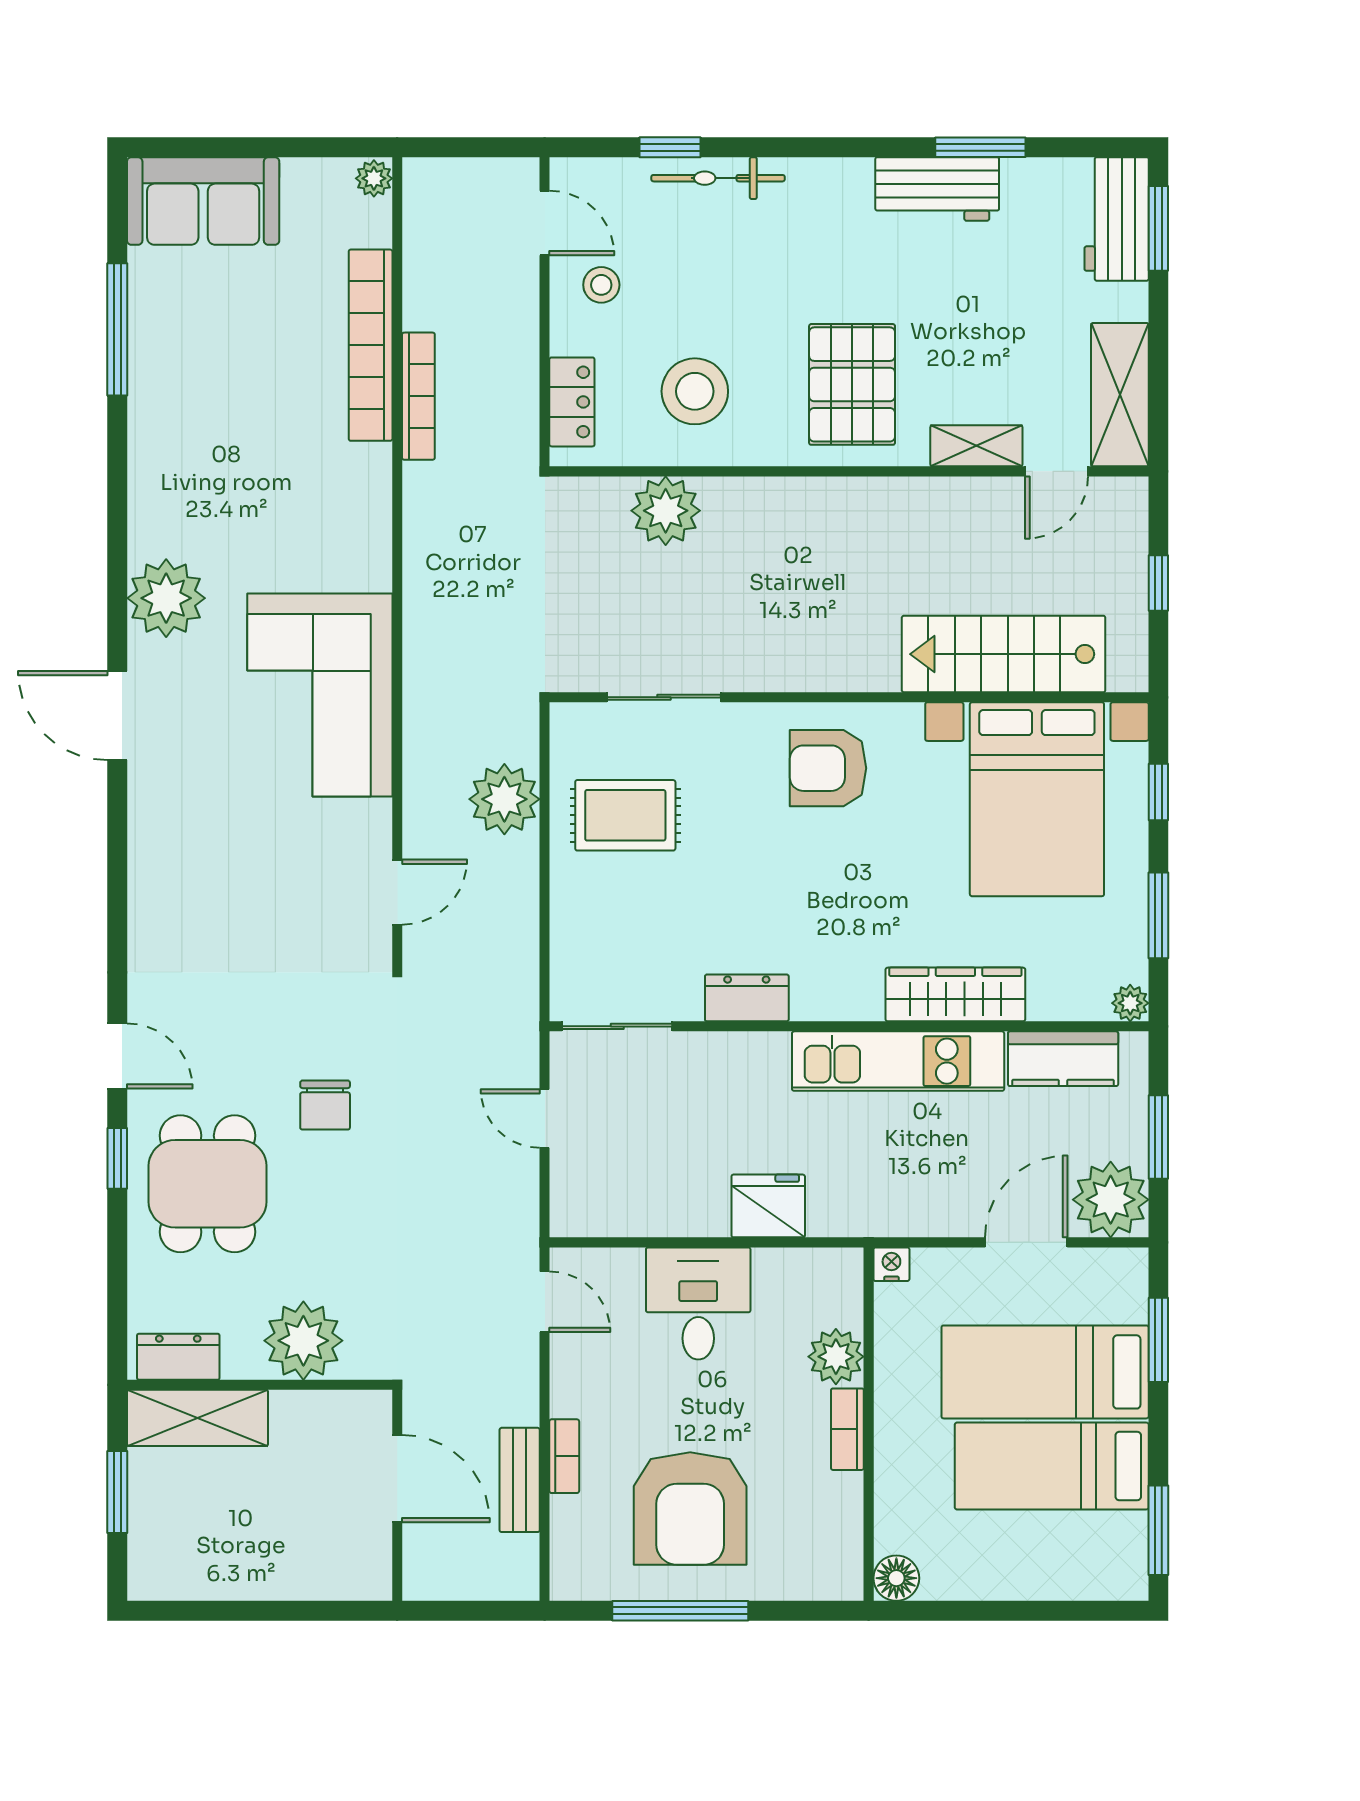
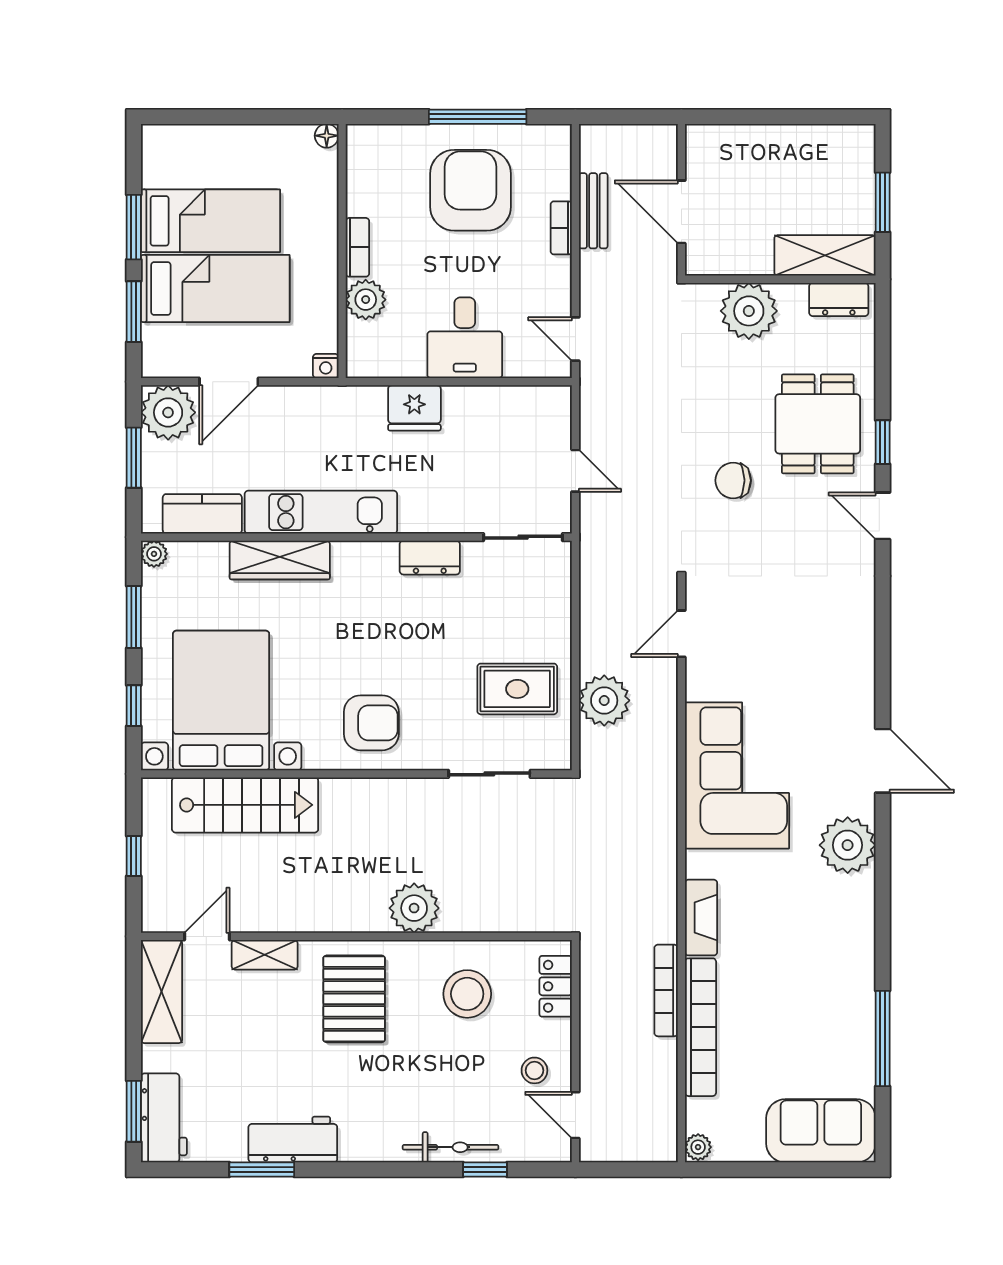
fireplace: (370, 498) -> (701, 918), added
plant: (666, 511) -> (414, 908), moved
chair: (325, 1105) -> (733, 480), turned -90
window: (1158, 1530) -> (134, 227), moved
floor lamp: (896, 1578) -> (327, 136), width x0.73, depth x0.73

